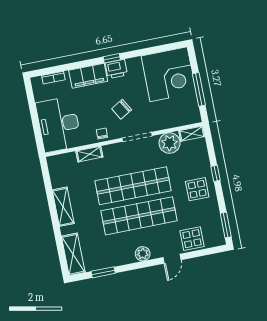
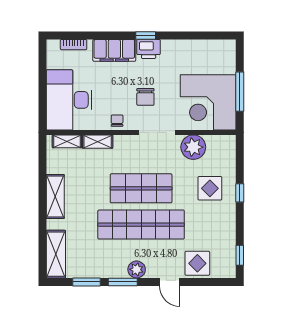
corner desk: (169, 74) -> (208, 102), moved, turned 90
chair: (122, 109) -> (145, 97), turned -60
shelving: (192, 134) -> (67, 141), moved
shop shelf: (133, 186) -> (141, 188), width x0.71
display table: (197, 189) -> (210, 188), moved
window: (226, 225) -> (240, 255), width x0.67
door: (172, 259) -> (170, 282), hinge flipped
window: (133, 266) -> (123, 282), added

